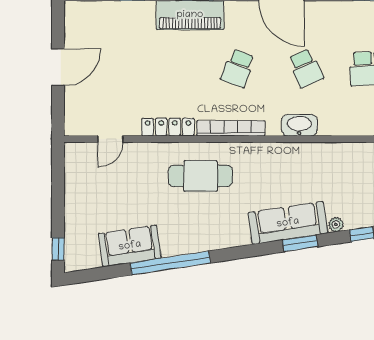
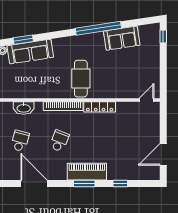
door: (58, 67) -> (163, 154), moved
school desk: (306, 68) -> (20, 141), turned 39
door: (110, 139) -> (147, 100), moved
cafe table: (201, 176) -> (81, 79), turned 90

